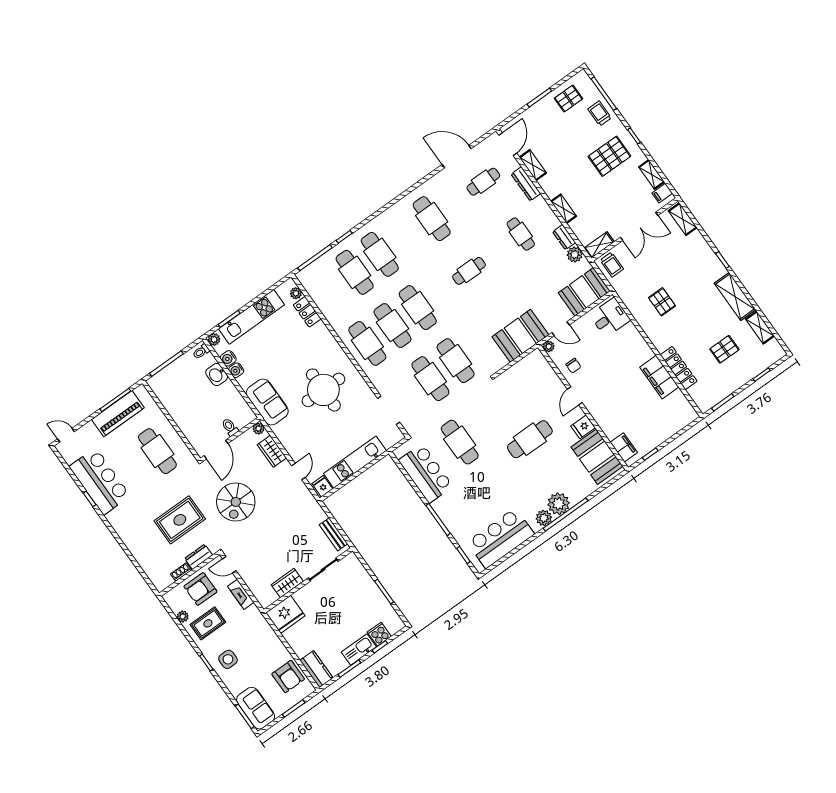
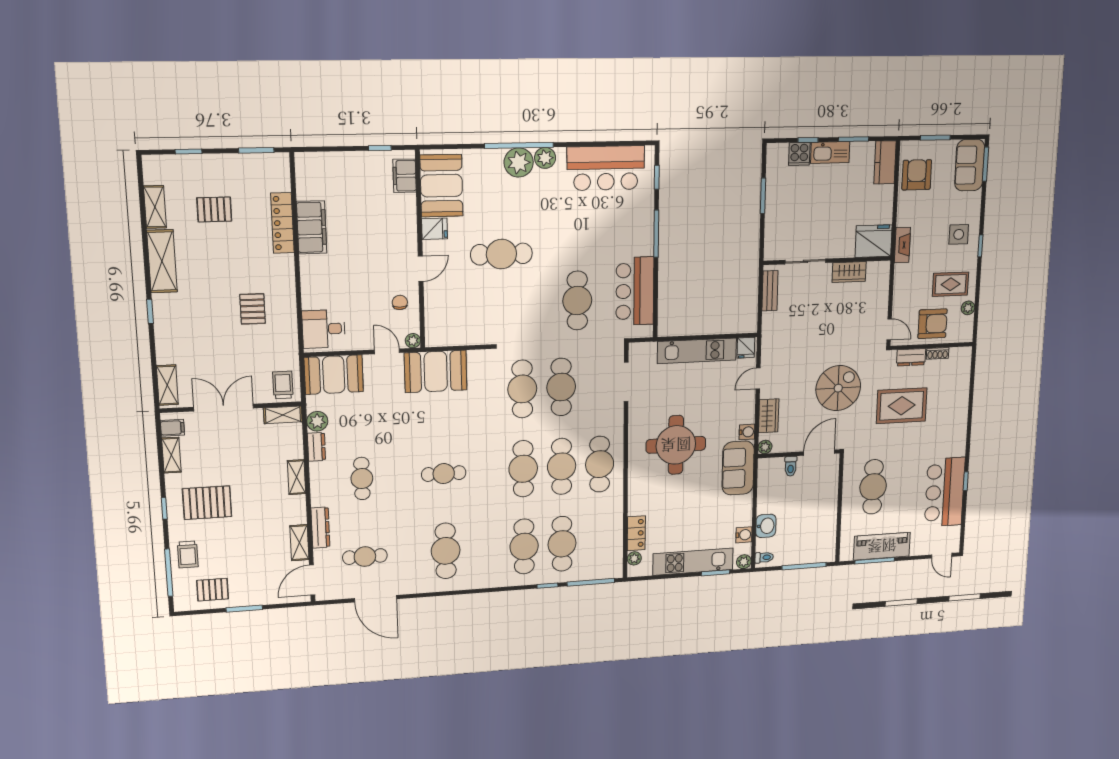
water cooler: (236, 370) -> (747, 432), moved
fireplace: (241, 594) -> (902, 245), moved

